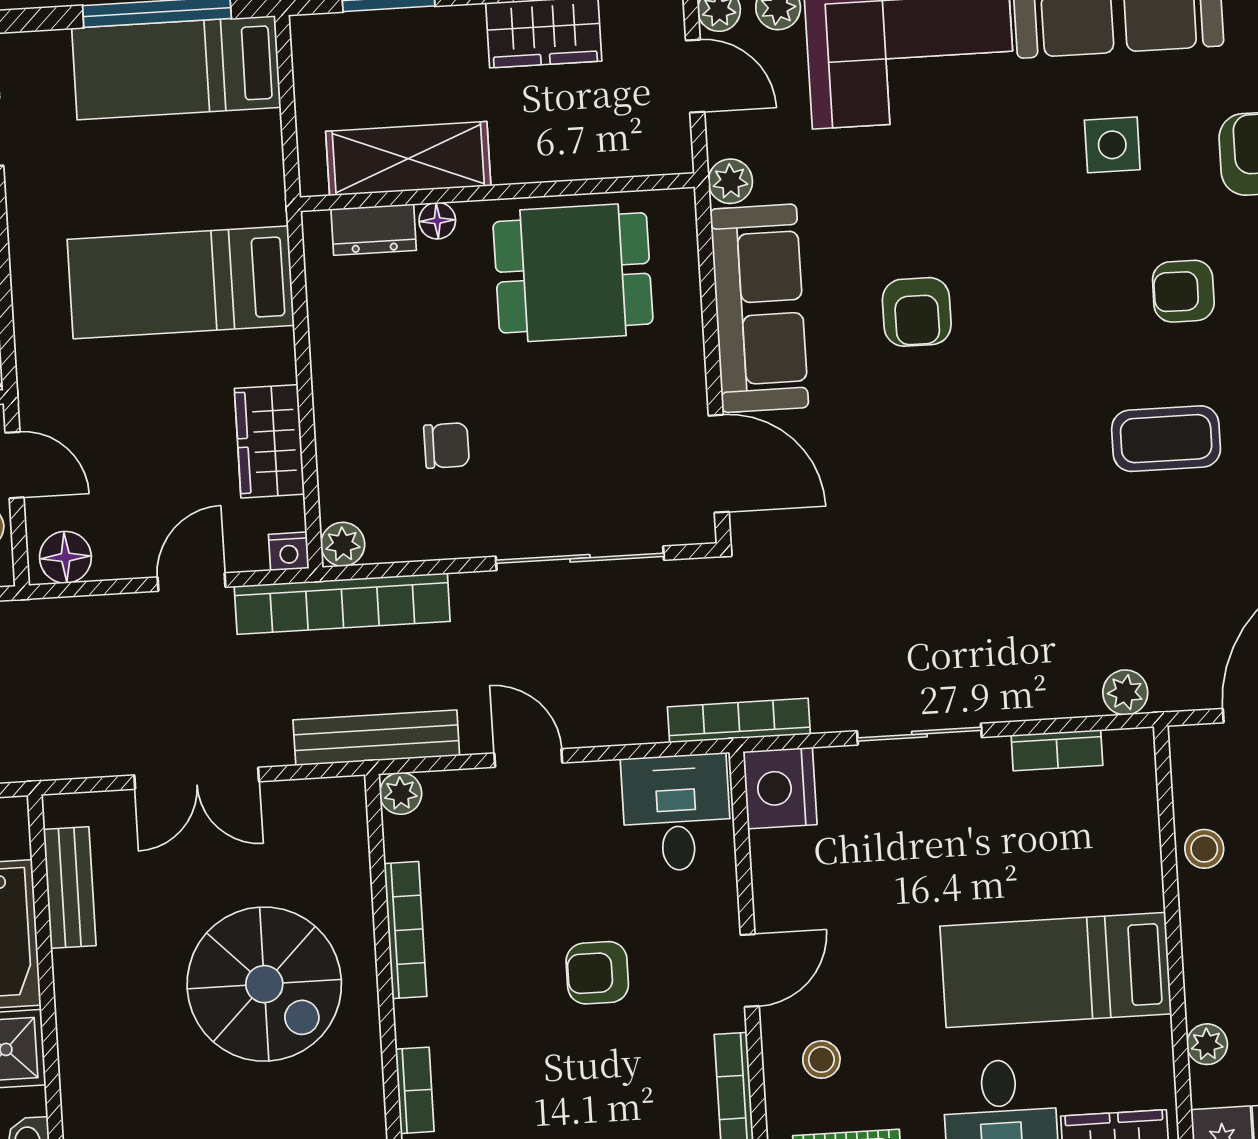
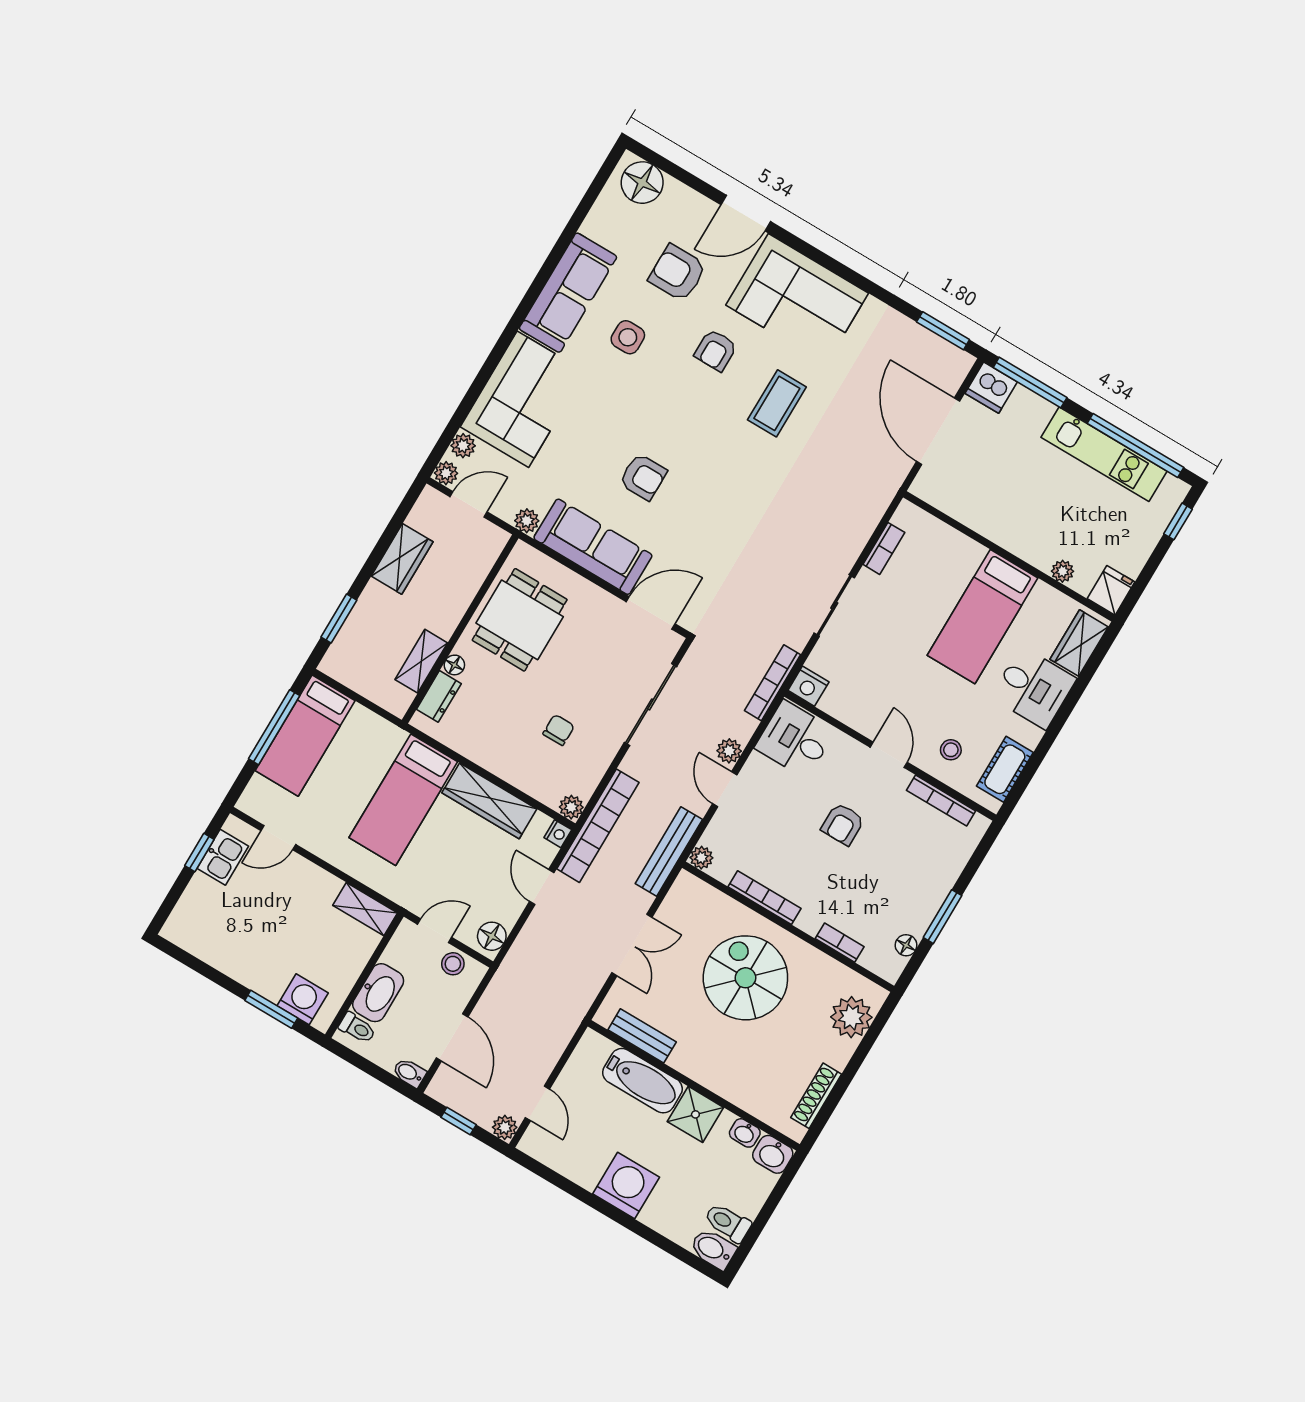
shelving: (408, 159) -> (421, 661), width x0.67, depth x0.75
wardrobe: (269, 441) -> (489, 801), width x1.50
plant: (1125, 692) -> (729, 751), moved
door: (528, 758) -> (725, 789), hinge flipped
nightstand: (780, 788) -> (808, 686), width x0.74, depth x0.75
stool: (1204, 849) -> (974, 512), removed
spiral stairs: (264, 984) -> (745, 978), turned -90

